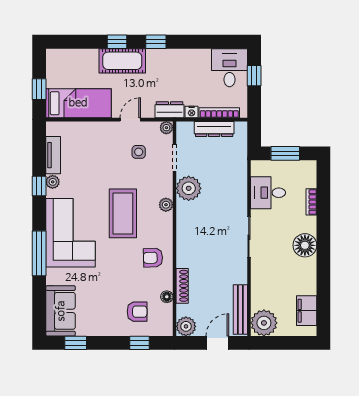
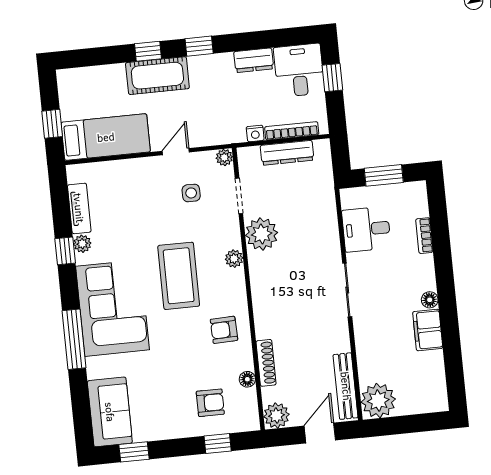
dresser: (170, 110) -> (254, 60), moved, turned 180
floor lamp: (305, 245) -> (430, 300), width x0.53, depth x0.53
filing cabinet: (307, 311) -> (428, 330), moved

